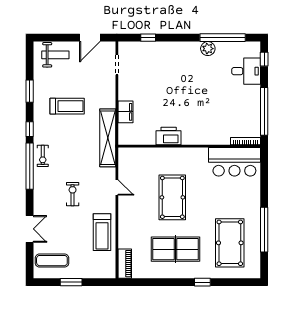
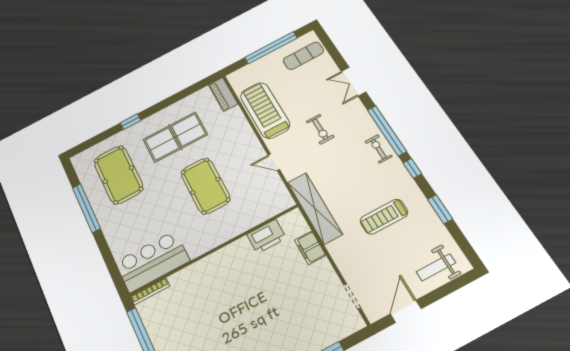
printer: (169, 136) -> (266, 236), moved
double door: (30, 229) -> (354, 82), moved
treadmill: (102, 232) -> (265, 110), width x1.37, depth x1.38
window: (71, 282) -> (271, 48), width x2.11

